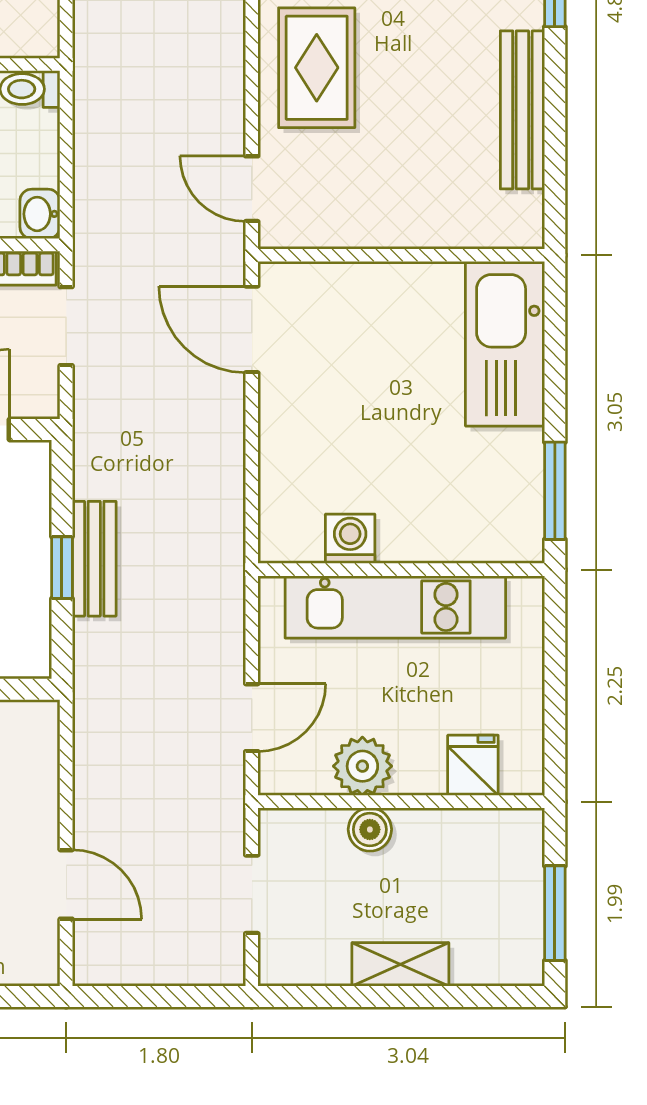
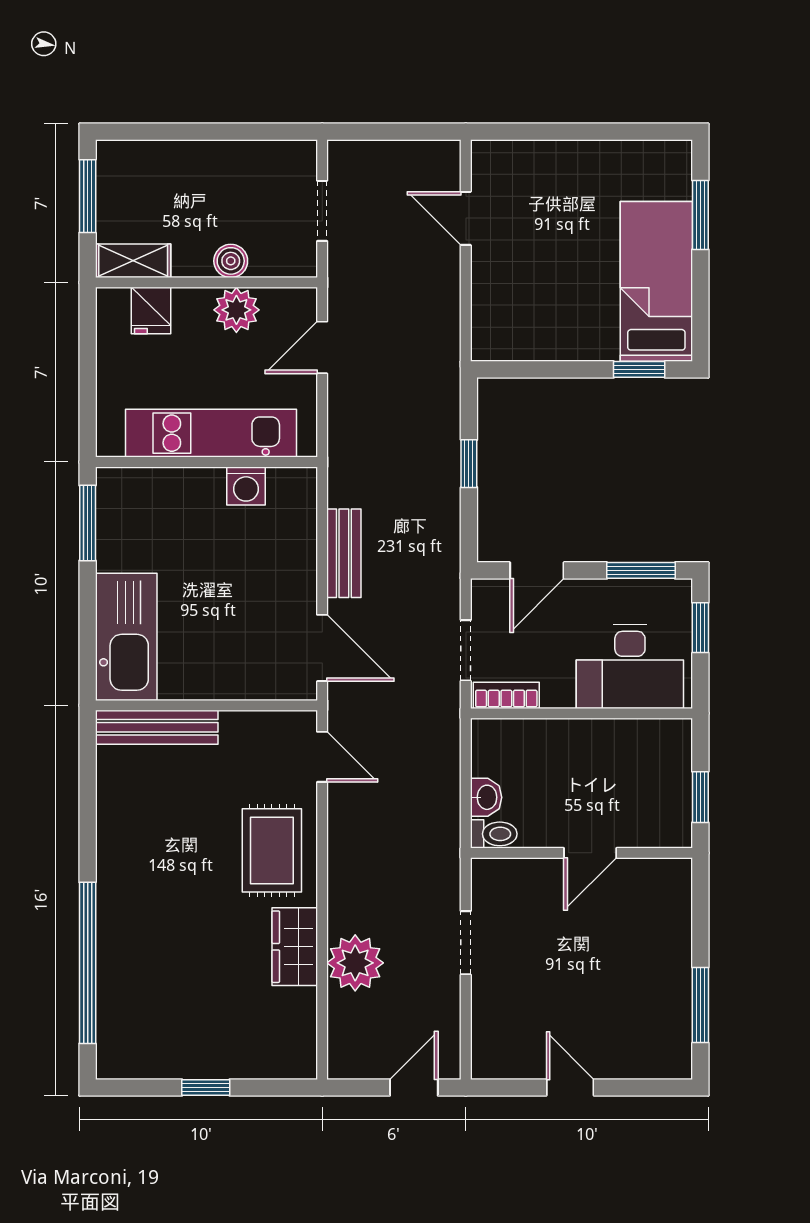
bench: (522, 110) -> (157, 727), moved, turned 90
washbasin: (40, 214) -> (486, 797), moved
bench: (94, 559) -> (344, 553), moved
shelving: (400, 964) -> (133, 261), moved

